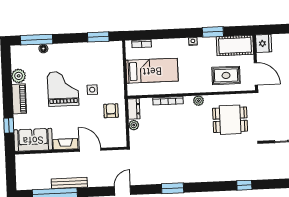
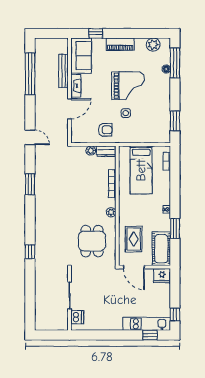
door: (256, 74) -> (134, 267), hinge flipped
plant: (19, 76) -> (153, 45), moved
bench: (69, 183) -> (64, 71), moved

